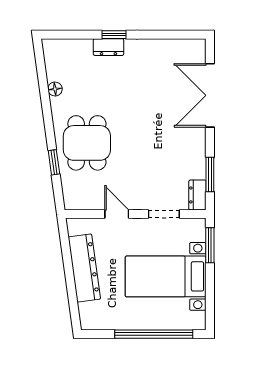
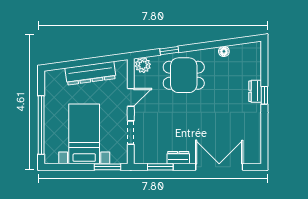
dresser: (197, 195) -> (178, 158), moved
plant: (73, 198) -> (143, 65), added

